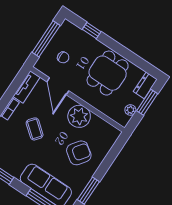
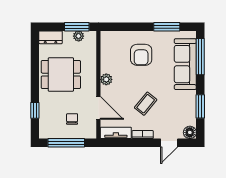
door: (58, 86) -> (98, 108), hinge flipped
window: (147, 102) -> (77, 27), moved
plant: (79, 116) -> (106, 79), width x0.53, depth x0.53
armchair: (79, 153) -> (141, 55), turned -126

